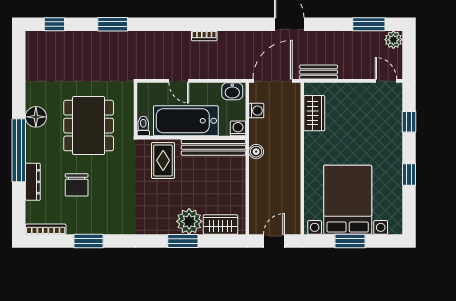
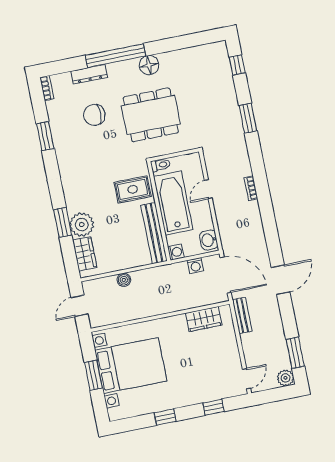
bookcase: (204, 36) -> (251, 188), moved
boiler: (256, 152) -> (124, 280), moved
bookcase: (46, 229) -> (47, 88), width x0.64
door: (274, 241) -> (79, 306), swing flipped

